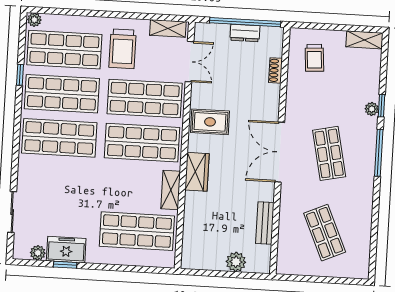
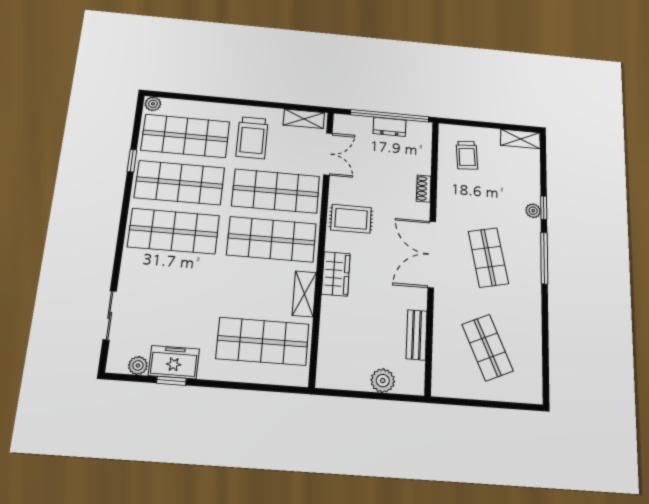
shoe rack: (276, 70) -> (424, 189), moved

